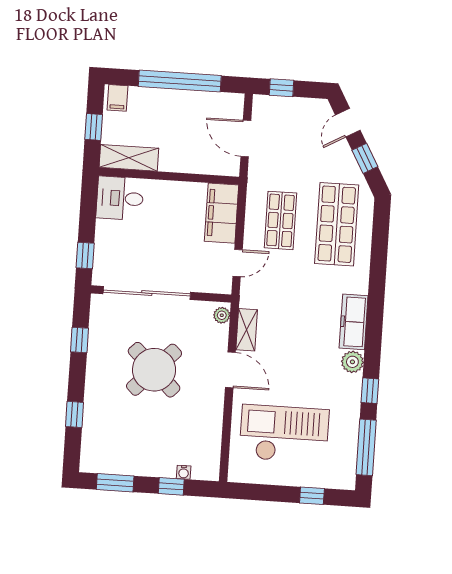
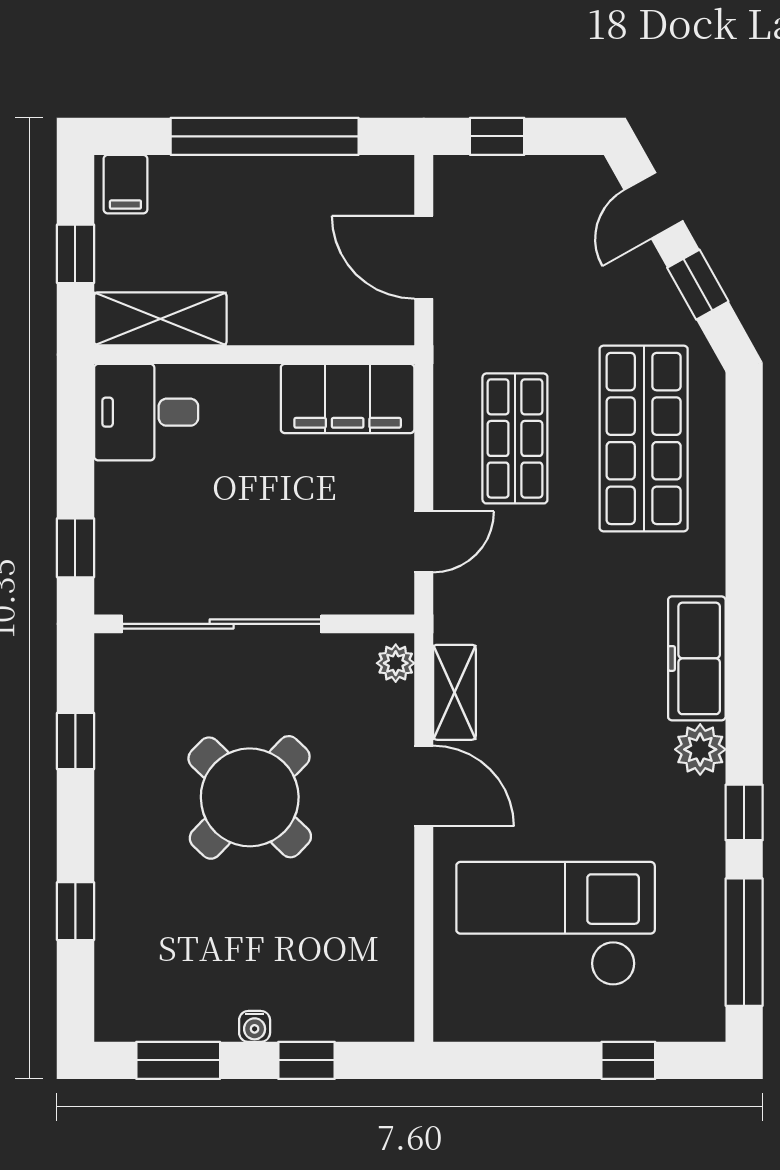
filing cabinet: (222, 213) -> (348, 399), moved, turned -90
water cooler: (184, 472) -> (255, 1026), moved

